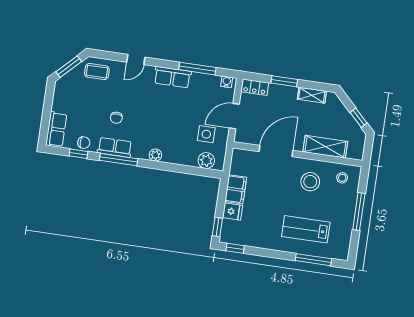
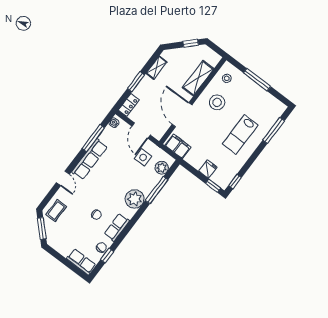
row of seats: (172, 77) -> (90, 159), width x1.48
plant: (155, 155) -> (135, 199), width x1.87, depth x1.87
window: (119, 160) -> (157, 190), moved
filing cabinet: (236, 189) -> (178, 146), moved
lab bench: (306, 229) -> (240, 134), moved

